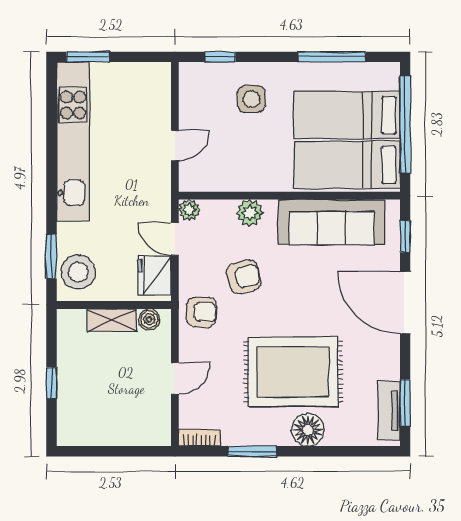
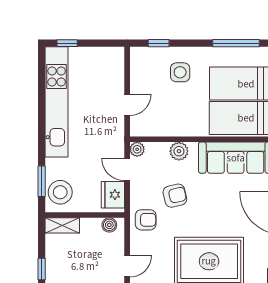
window: (88, 57) -> (67, 43), width x0.67
shelving: (112, 320) -> (62, 225), moved

